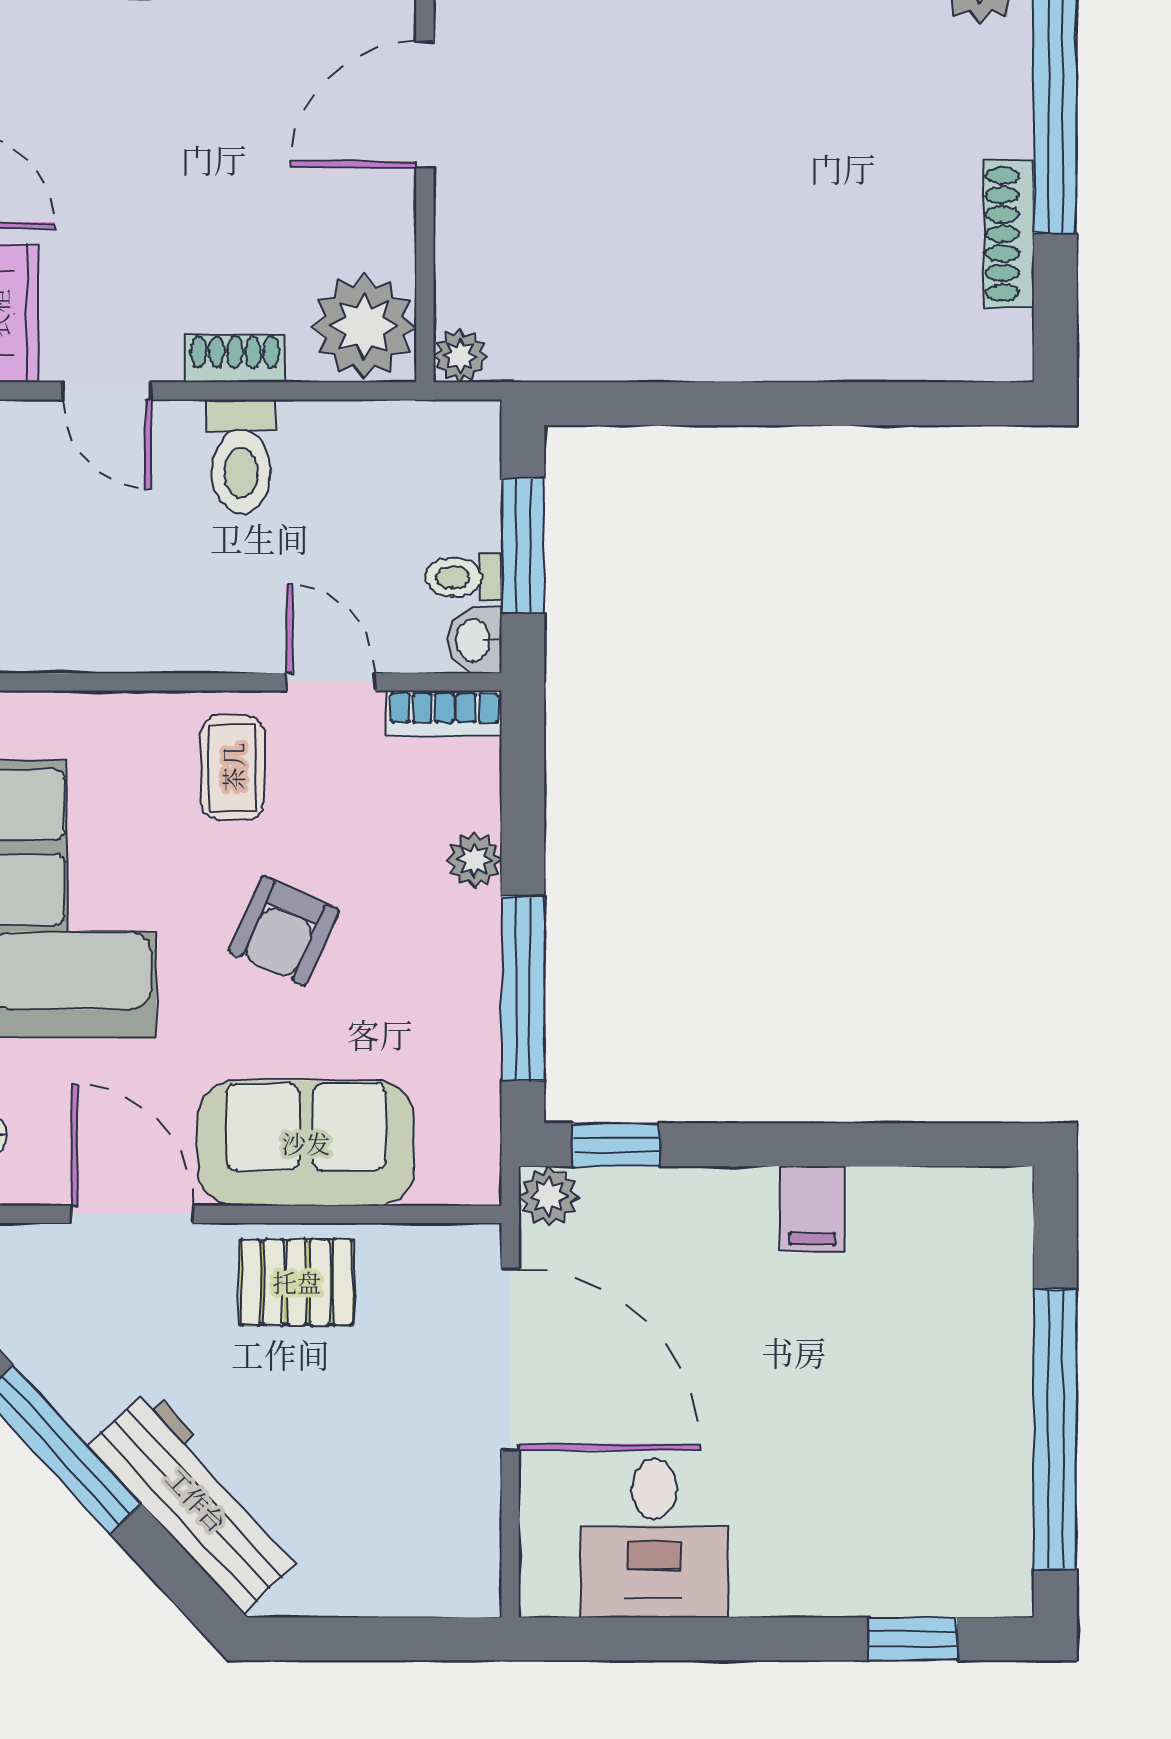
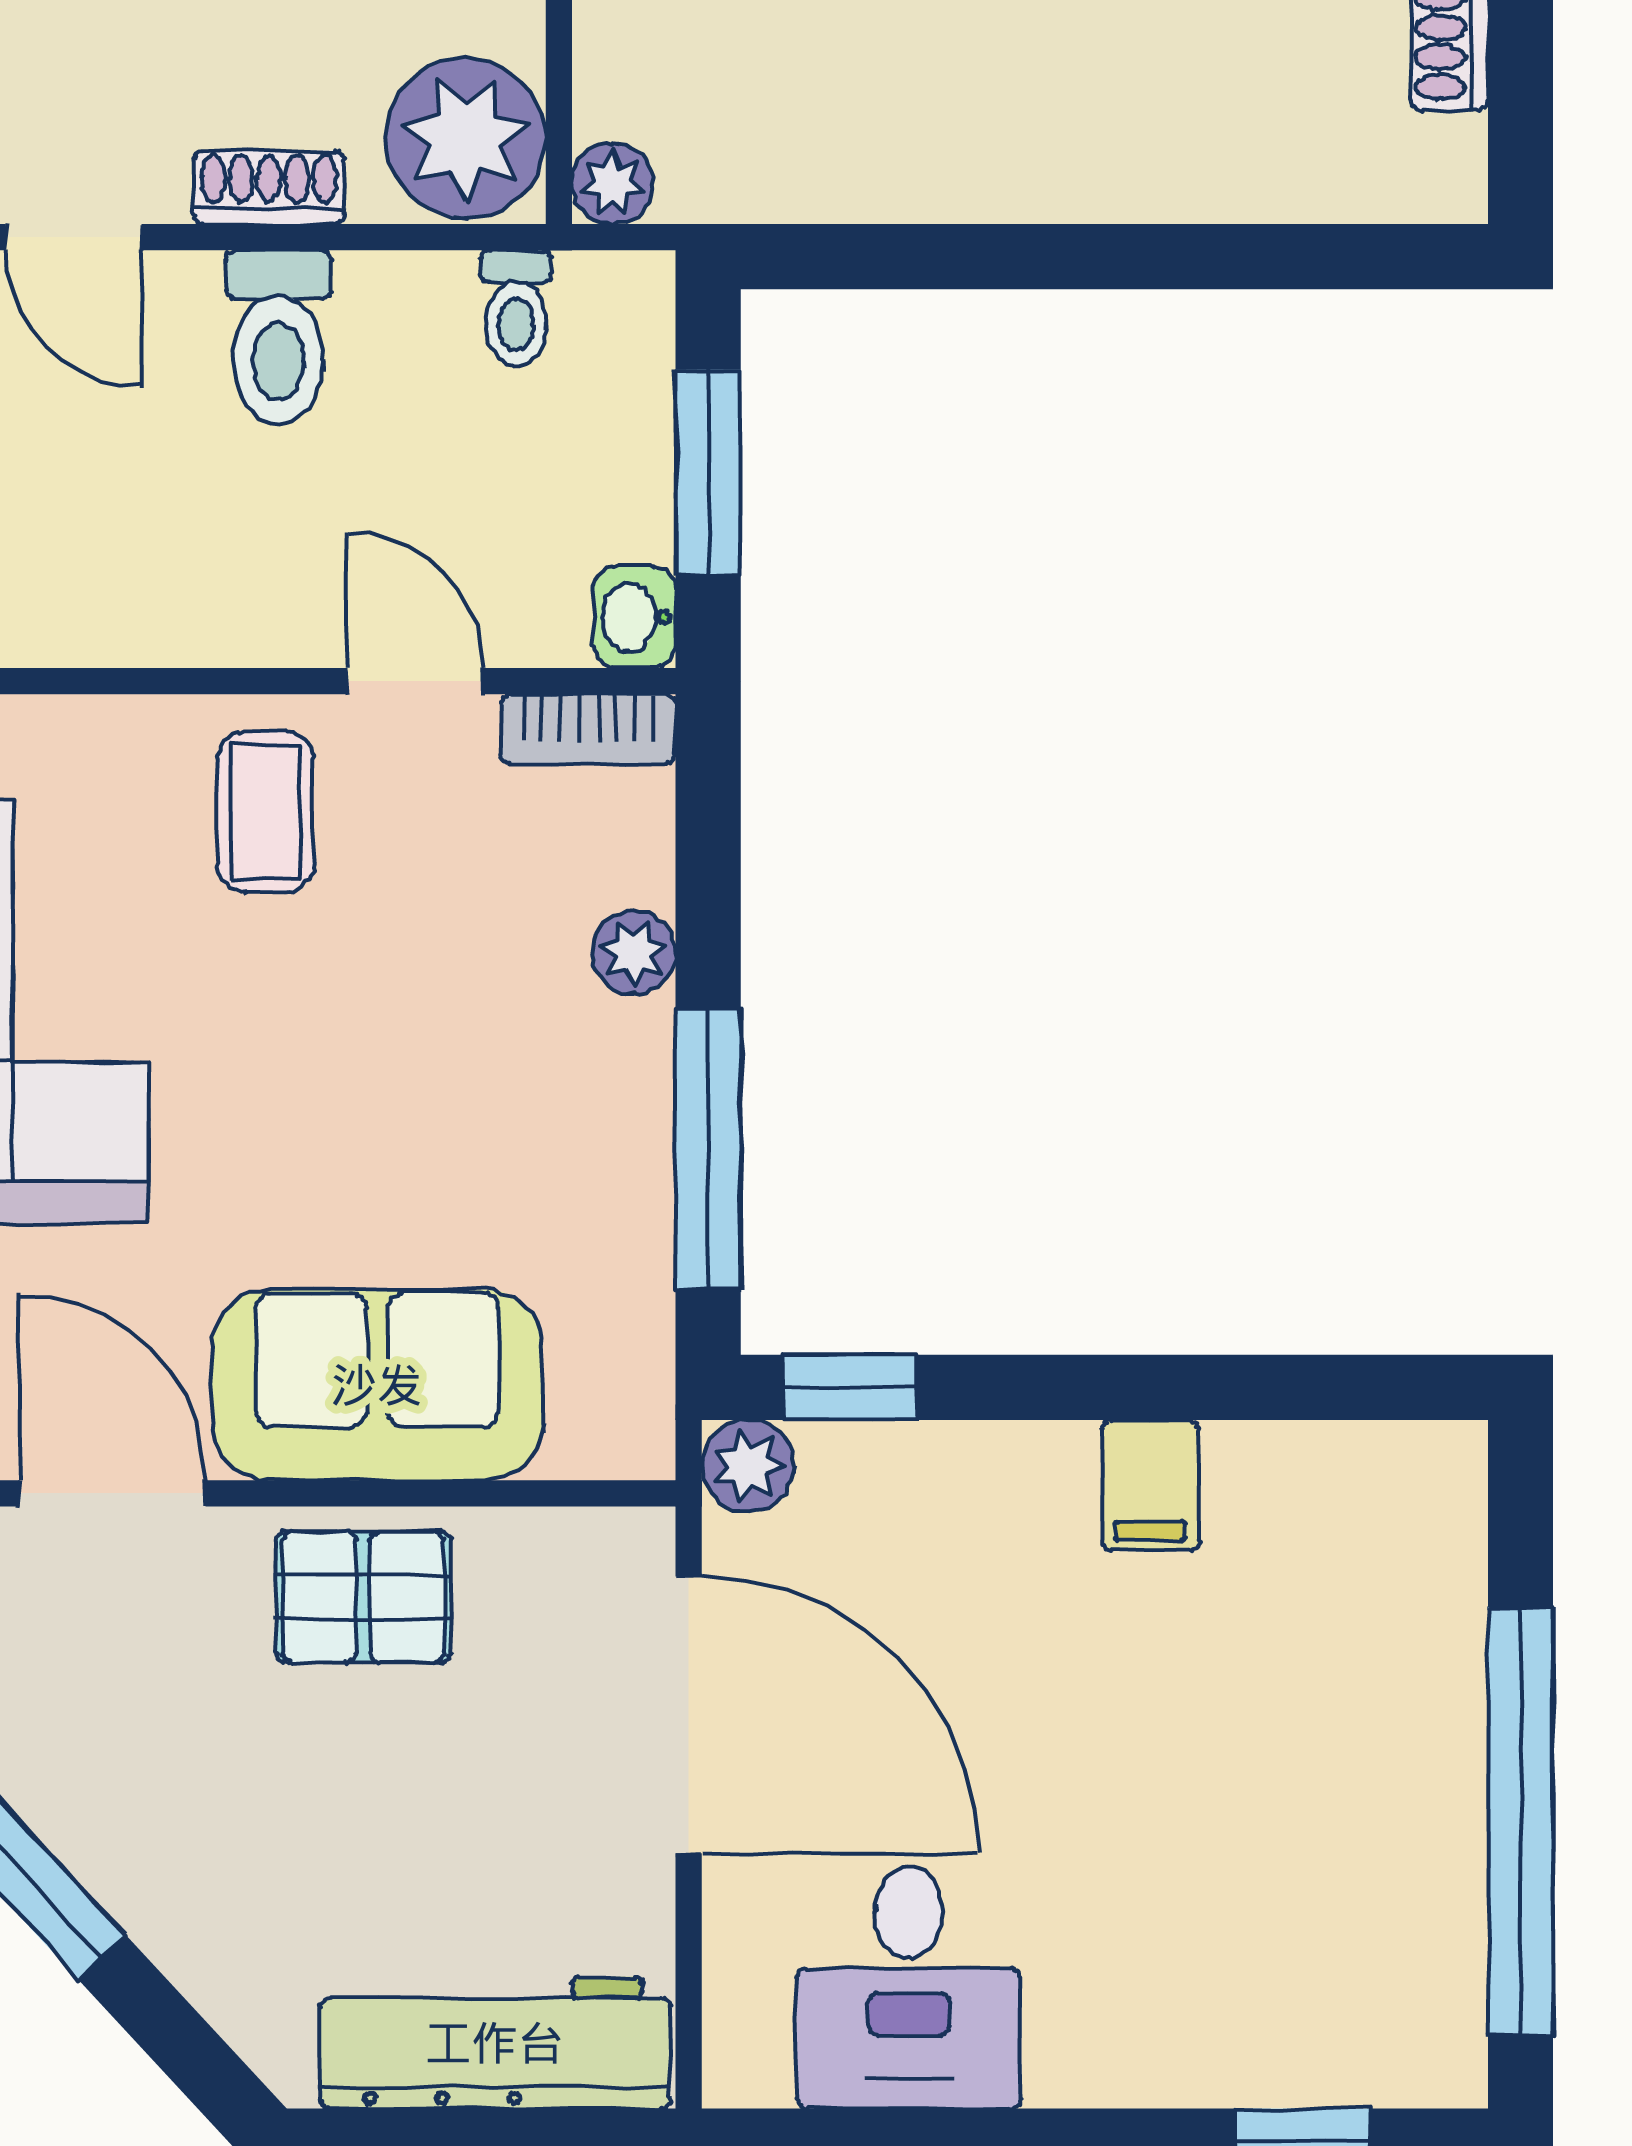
toilet: (463, 577) -> (516, 308), moved, turned -90
armchair: (284, 931) -> (344, 1061), removed
workbench: (197, 1500) -> (495, 2043), moved, turned -47

